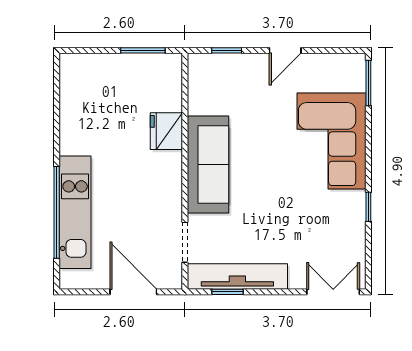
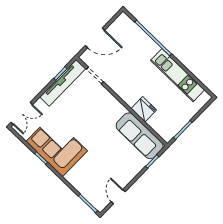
door: (285, 50) -> (118, 197), moved
corner sofa: (331, 141) -> (57, 146), moved
sofa: (208, 164) -> (140, 136), moved
kitchen unit: (75, 212) -> (178, 75), moved

